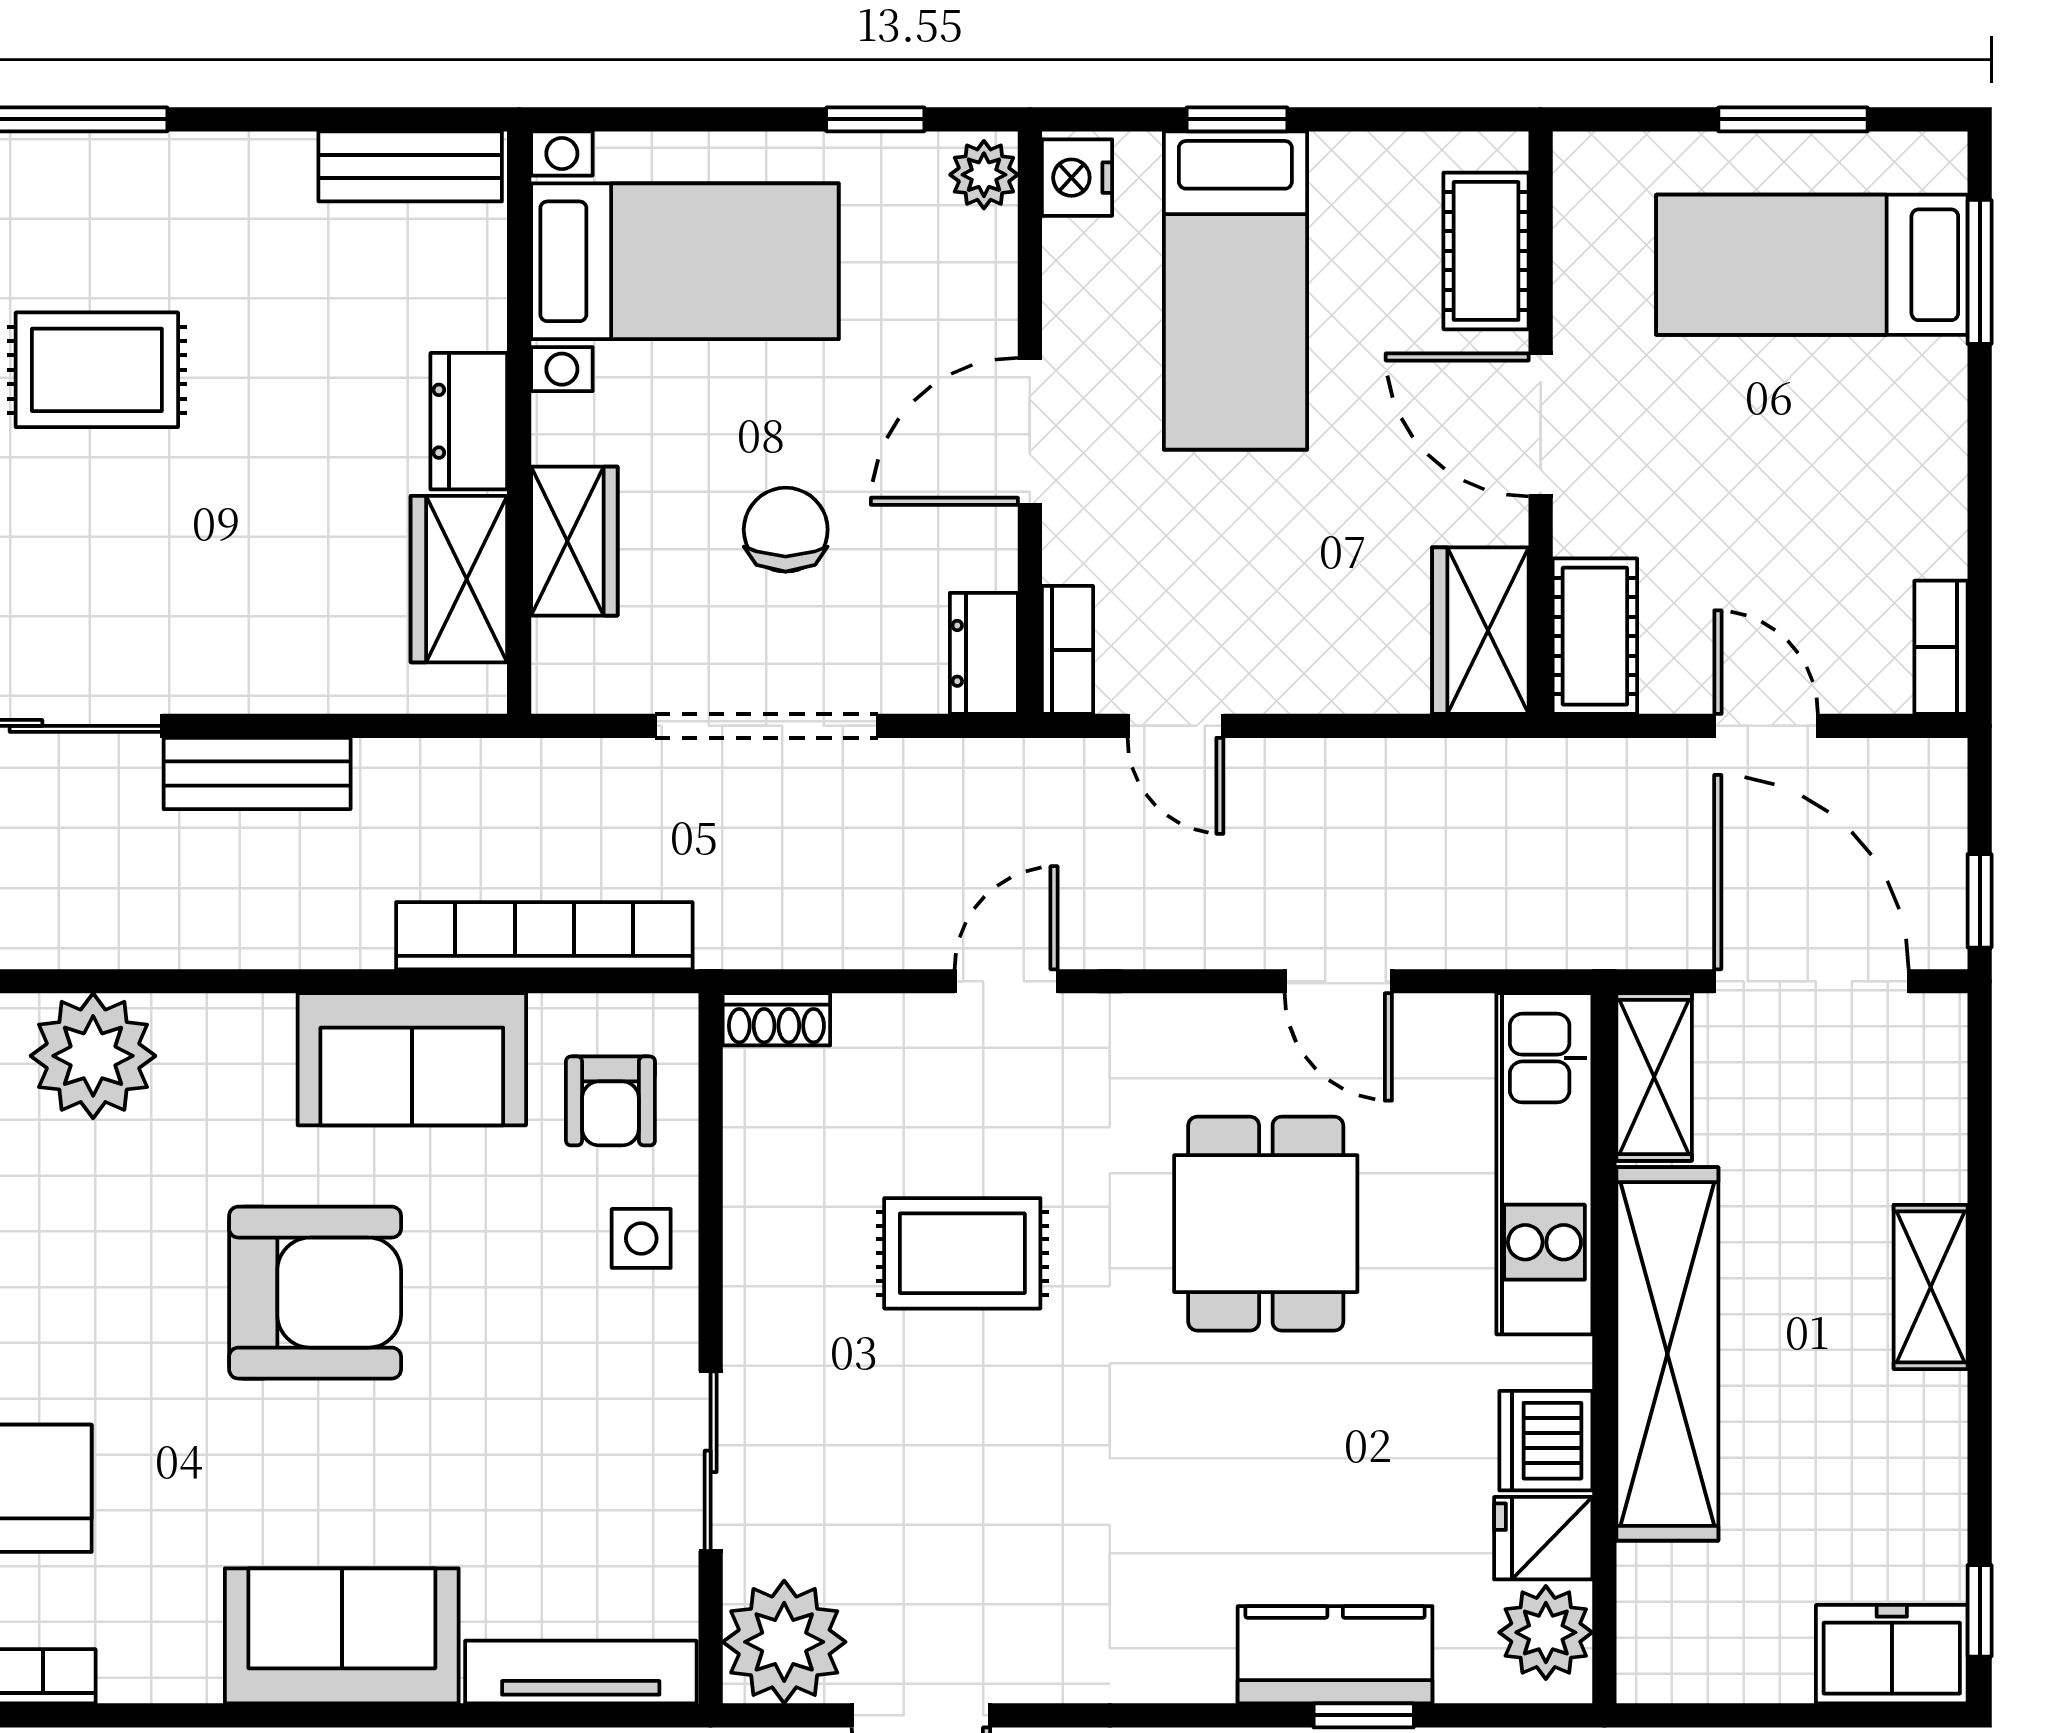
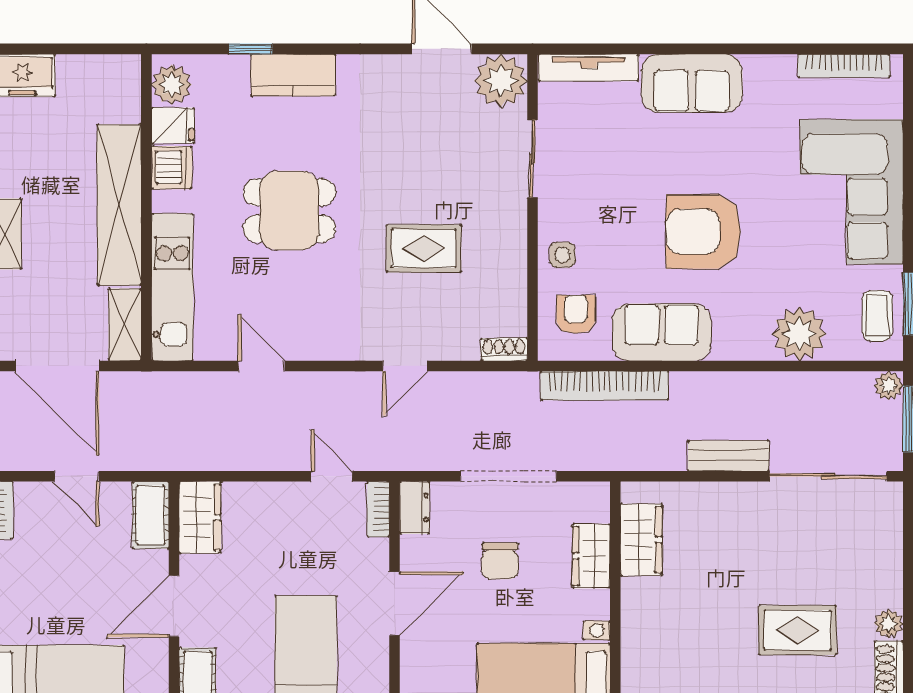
dresser: (469, 421) -> (637, 608), removed
door: (1541, 425) -> (174, 606), swing flipped
dining table: (1266, 1224) -> (289, 210), moved, turned 90
kitchen counter: (1335, 1655) -> (293, 75), moved

